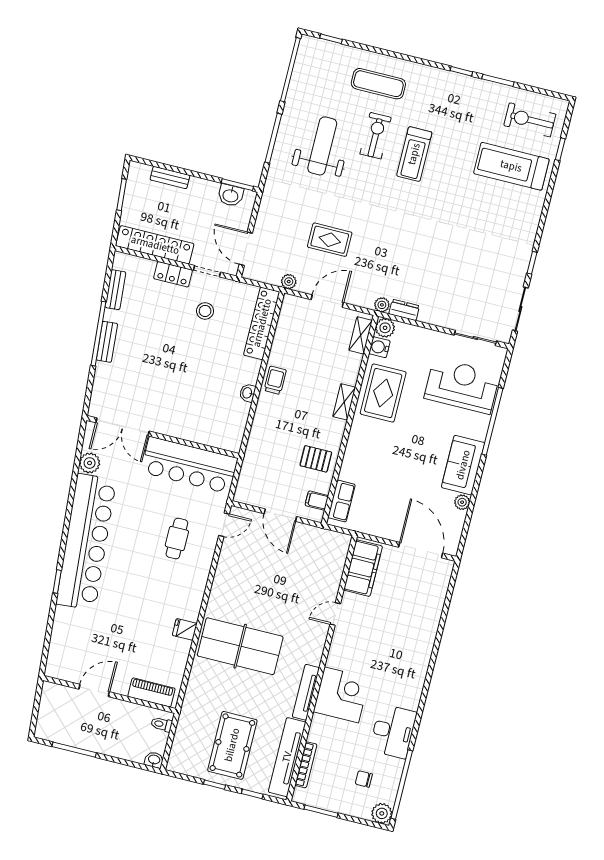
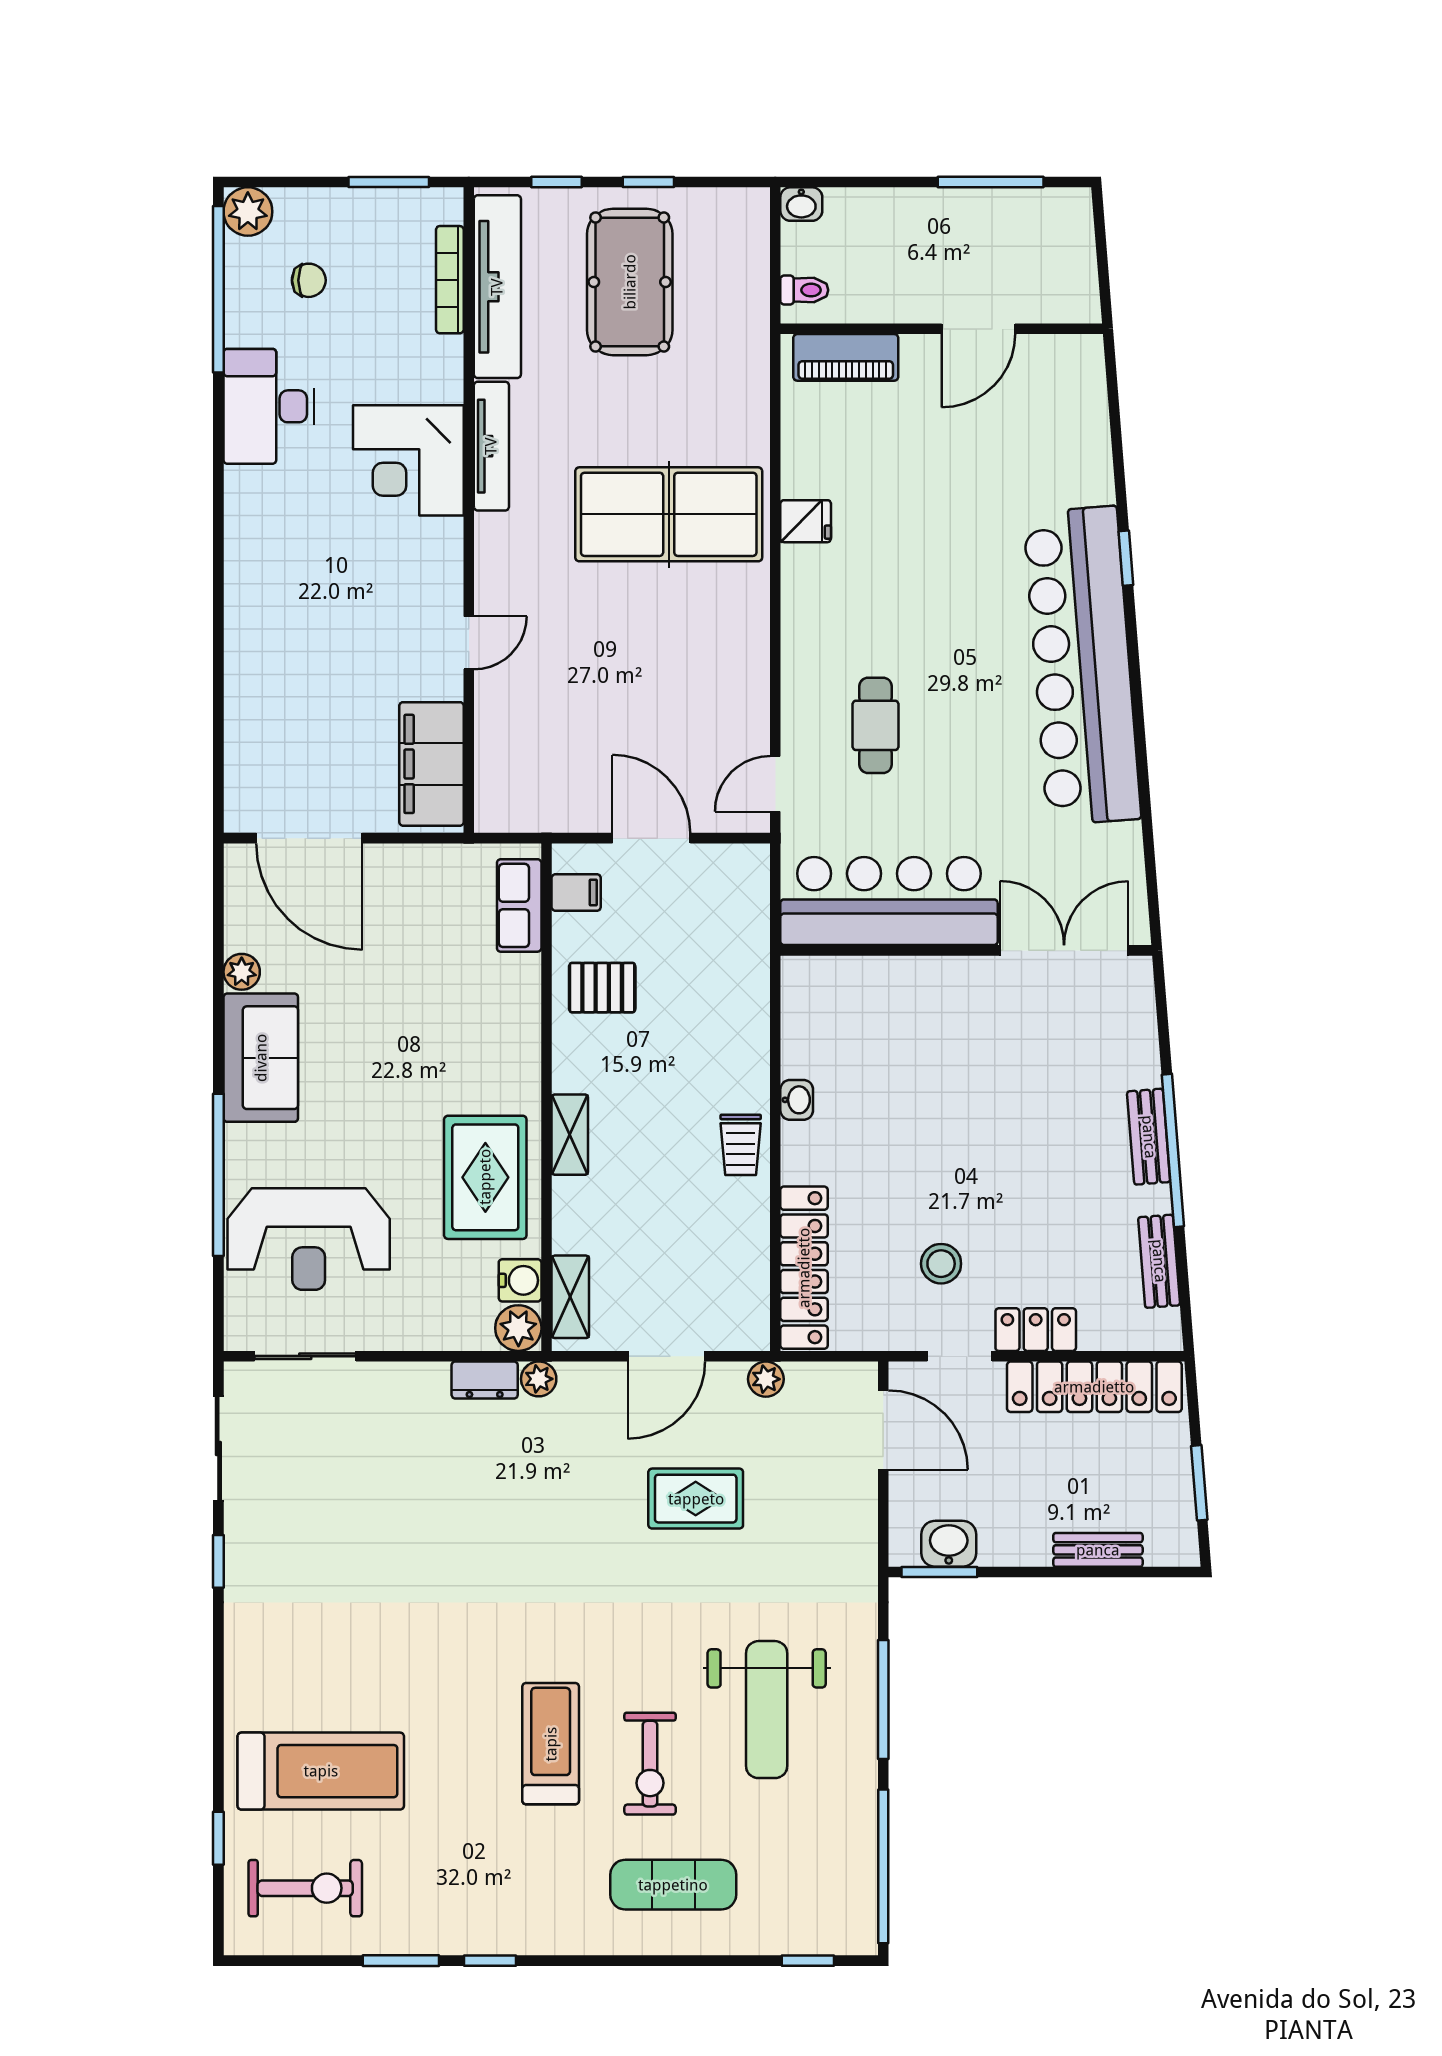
plant: (90, 463) -> (1119, 849), removed

